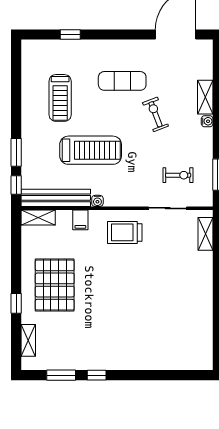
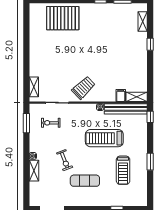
treadmill: (60, 98) -> (123, 170), turned 180
window: (16, 152) -> (150, 162), moved
filing cabinet: (80, 220) -> (121, 95), moved
trolley: (125, 232) -> (83, 88), turned -44
pallet: (55, 285) -> (63, 18), moved, turned 90

